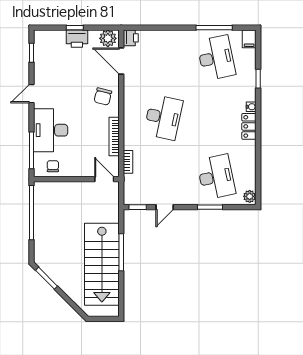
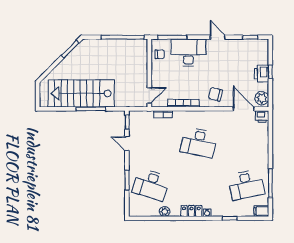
door: (121, 61) -> (244, 109), hinge flipped
desk: (216, 177) -> (151, 185), turned 30
plant: (250, 196) -> (165, 211), moved

